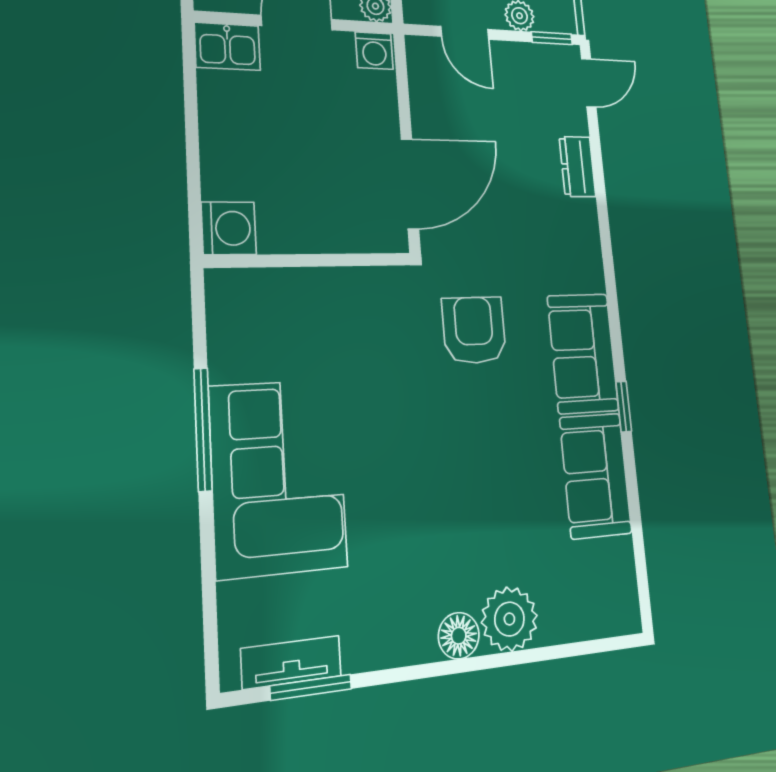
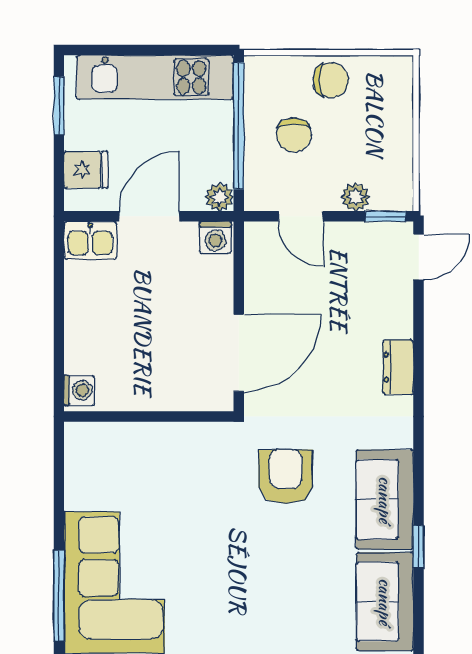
dresser: (578, 167) -> (398, 367), moved
washing machine: (229, 228) -> (79, 390), width x0.73, depth x0.73
window: (203, 429) -> (59, 596), moved

